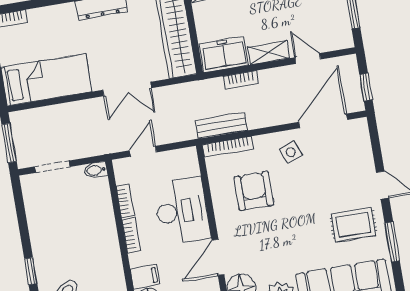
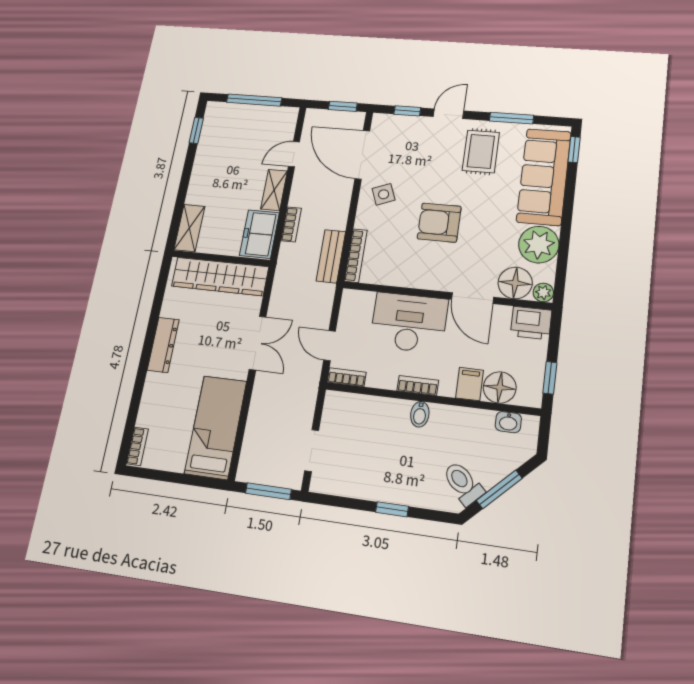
window: (376, 147) -> (407, 111), added
bidet: (96, 170) -> (420, 414), moved
armchair: (254, 191) -> (439, 223), moved
bookcase: (125, 201) -> (347, 377), moved
window: (31, 271) -> (392, 509), moved

